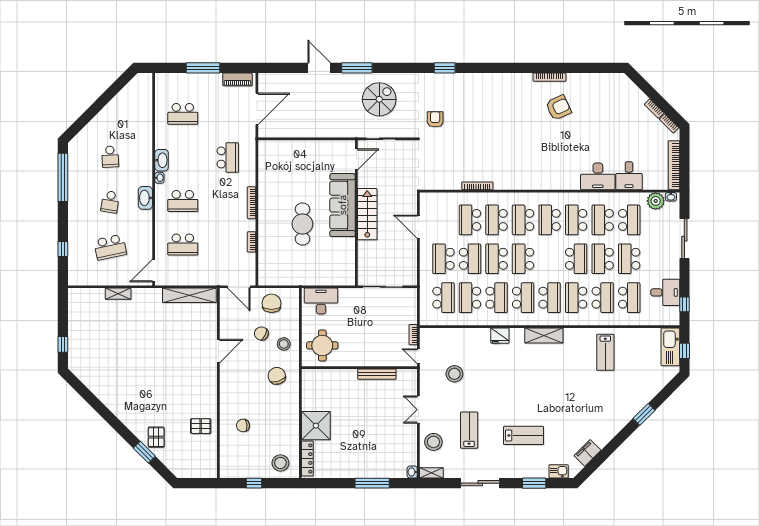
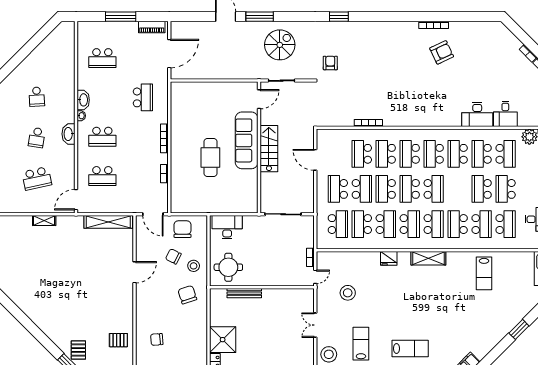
school desk: (576, 259) -> (434, 189), moved
door: (418, 356) -> (315, 277), swing flipped
bench: (377, 374) -> (244, 293), moved

